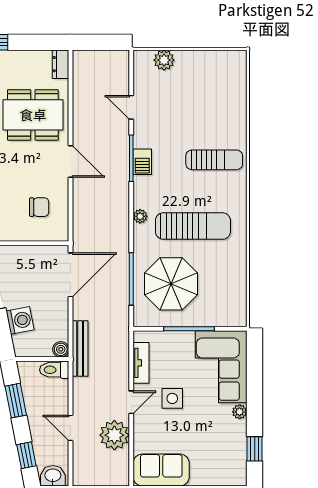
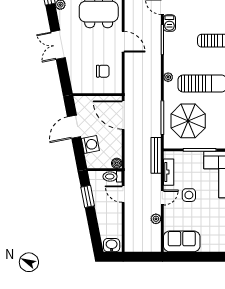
barbecue: (142, 162) -> (169, 23), moved
door: (70, 275) -> (123, 115), swing flipped
bench: (80, 348) -> (156, 155), moved
door: (70, 428) -> (123, 194), moved
plant: (114, 435) -> (156, 219), width x0.53, depth x0.53
window: (26, 455) -> (95, 232), removed

